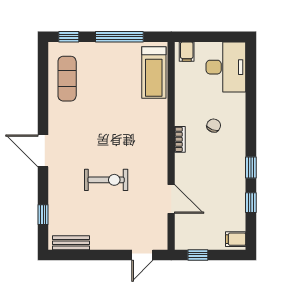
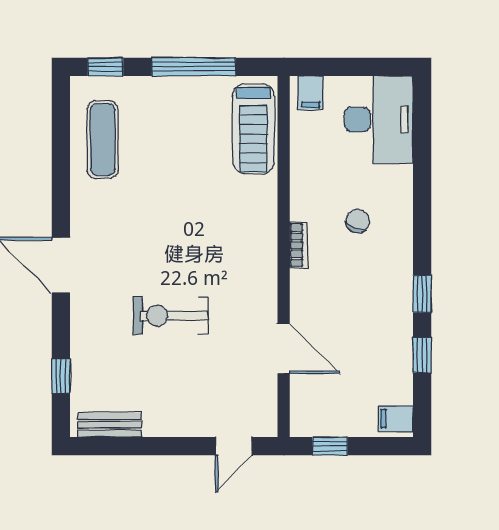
exercise bike: (106, 180) -> (171, 315), turned 180

